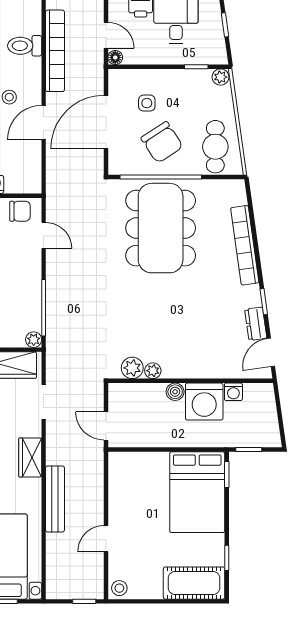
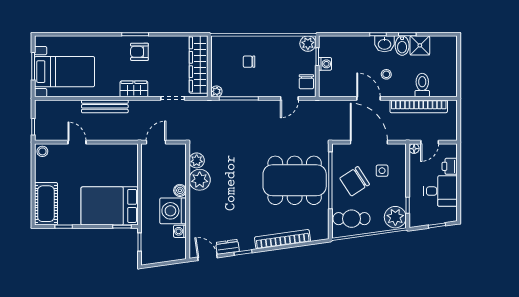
plant: (221, 77) -> (395, 217), width x1.88, depth x1.88
plant: (153, 371) -> (200, 180), width x1.88, depth x1.88

